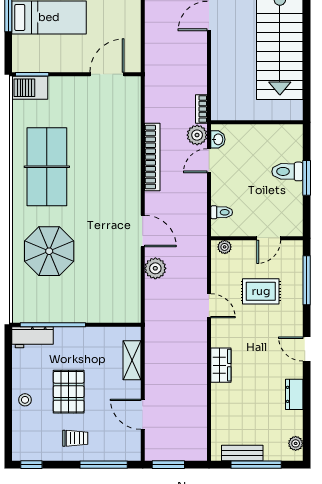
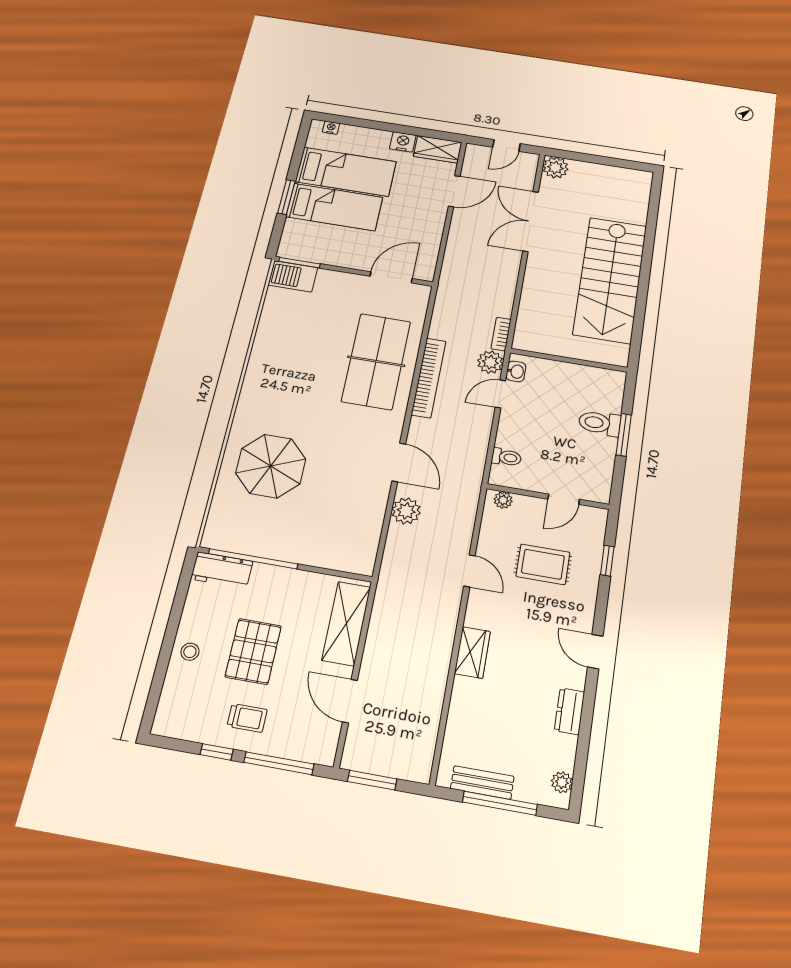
table tennis table: (47, 167) -> (376, 361), moved
window: (307, 280) -> (607, 561), width x0.46
shelving: (132, 360) -> (346, 623), width x1.50, depth x1.33
window: (31, 465) -> (217, 752), moved

